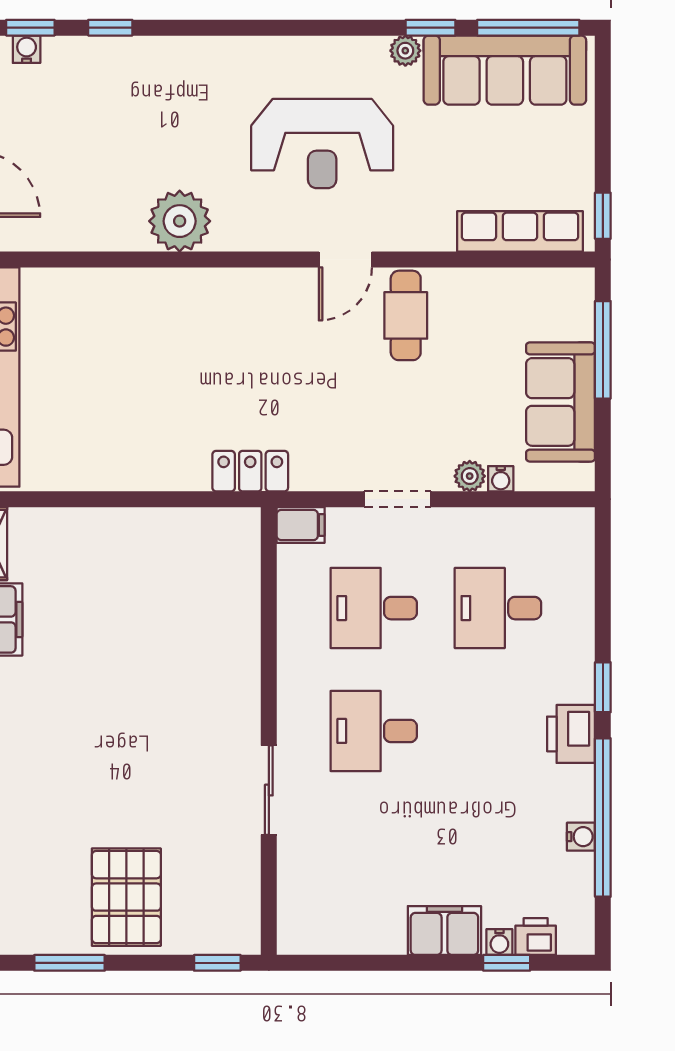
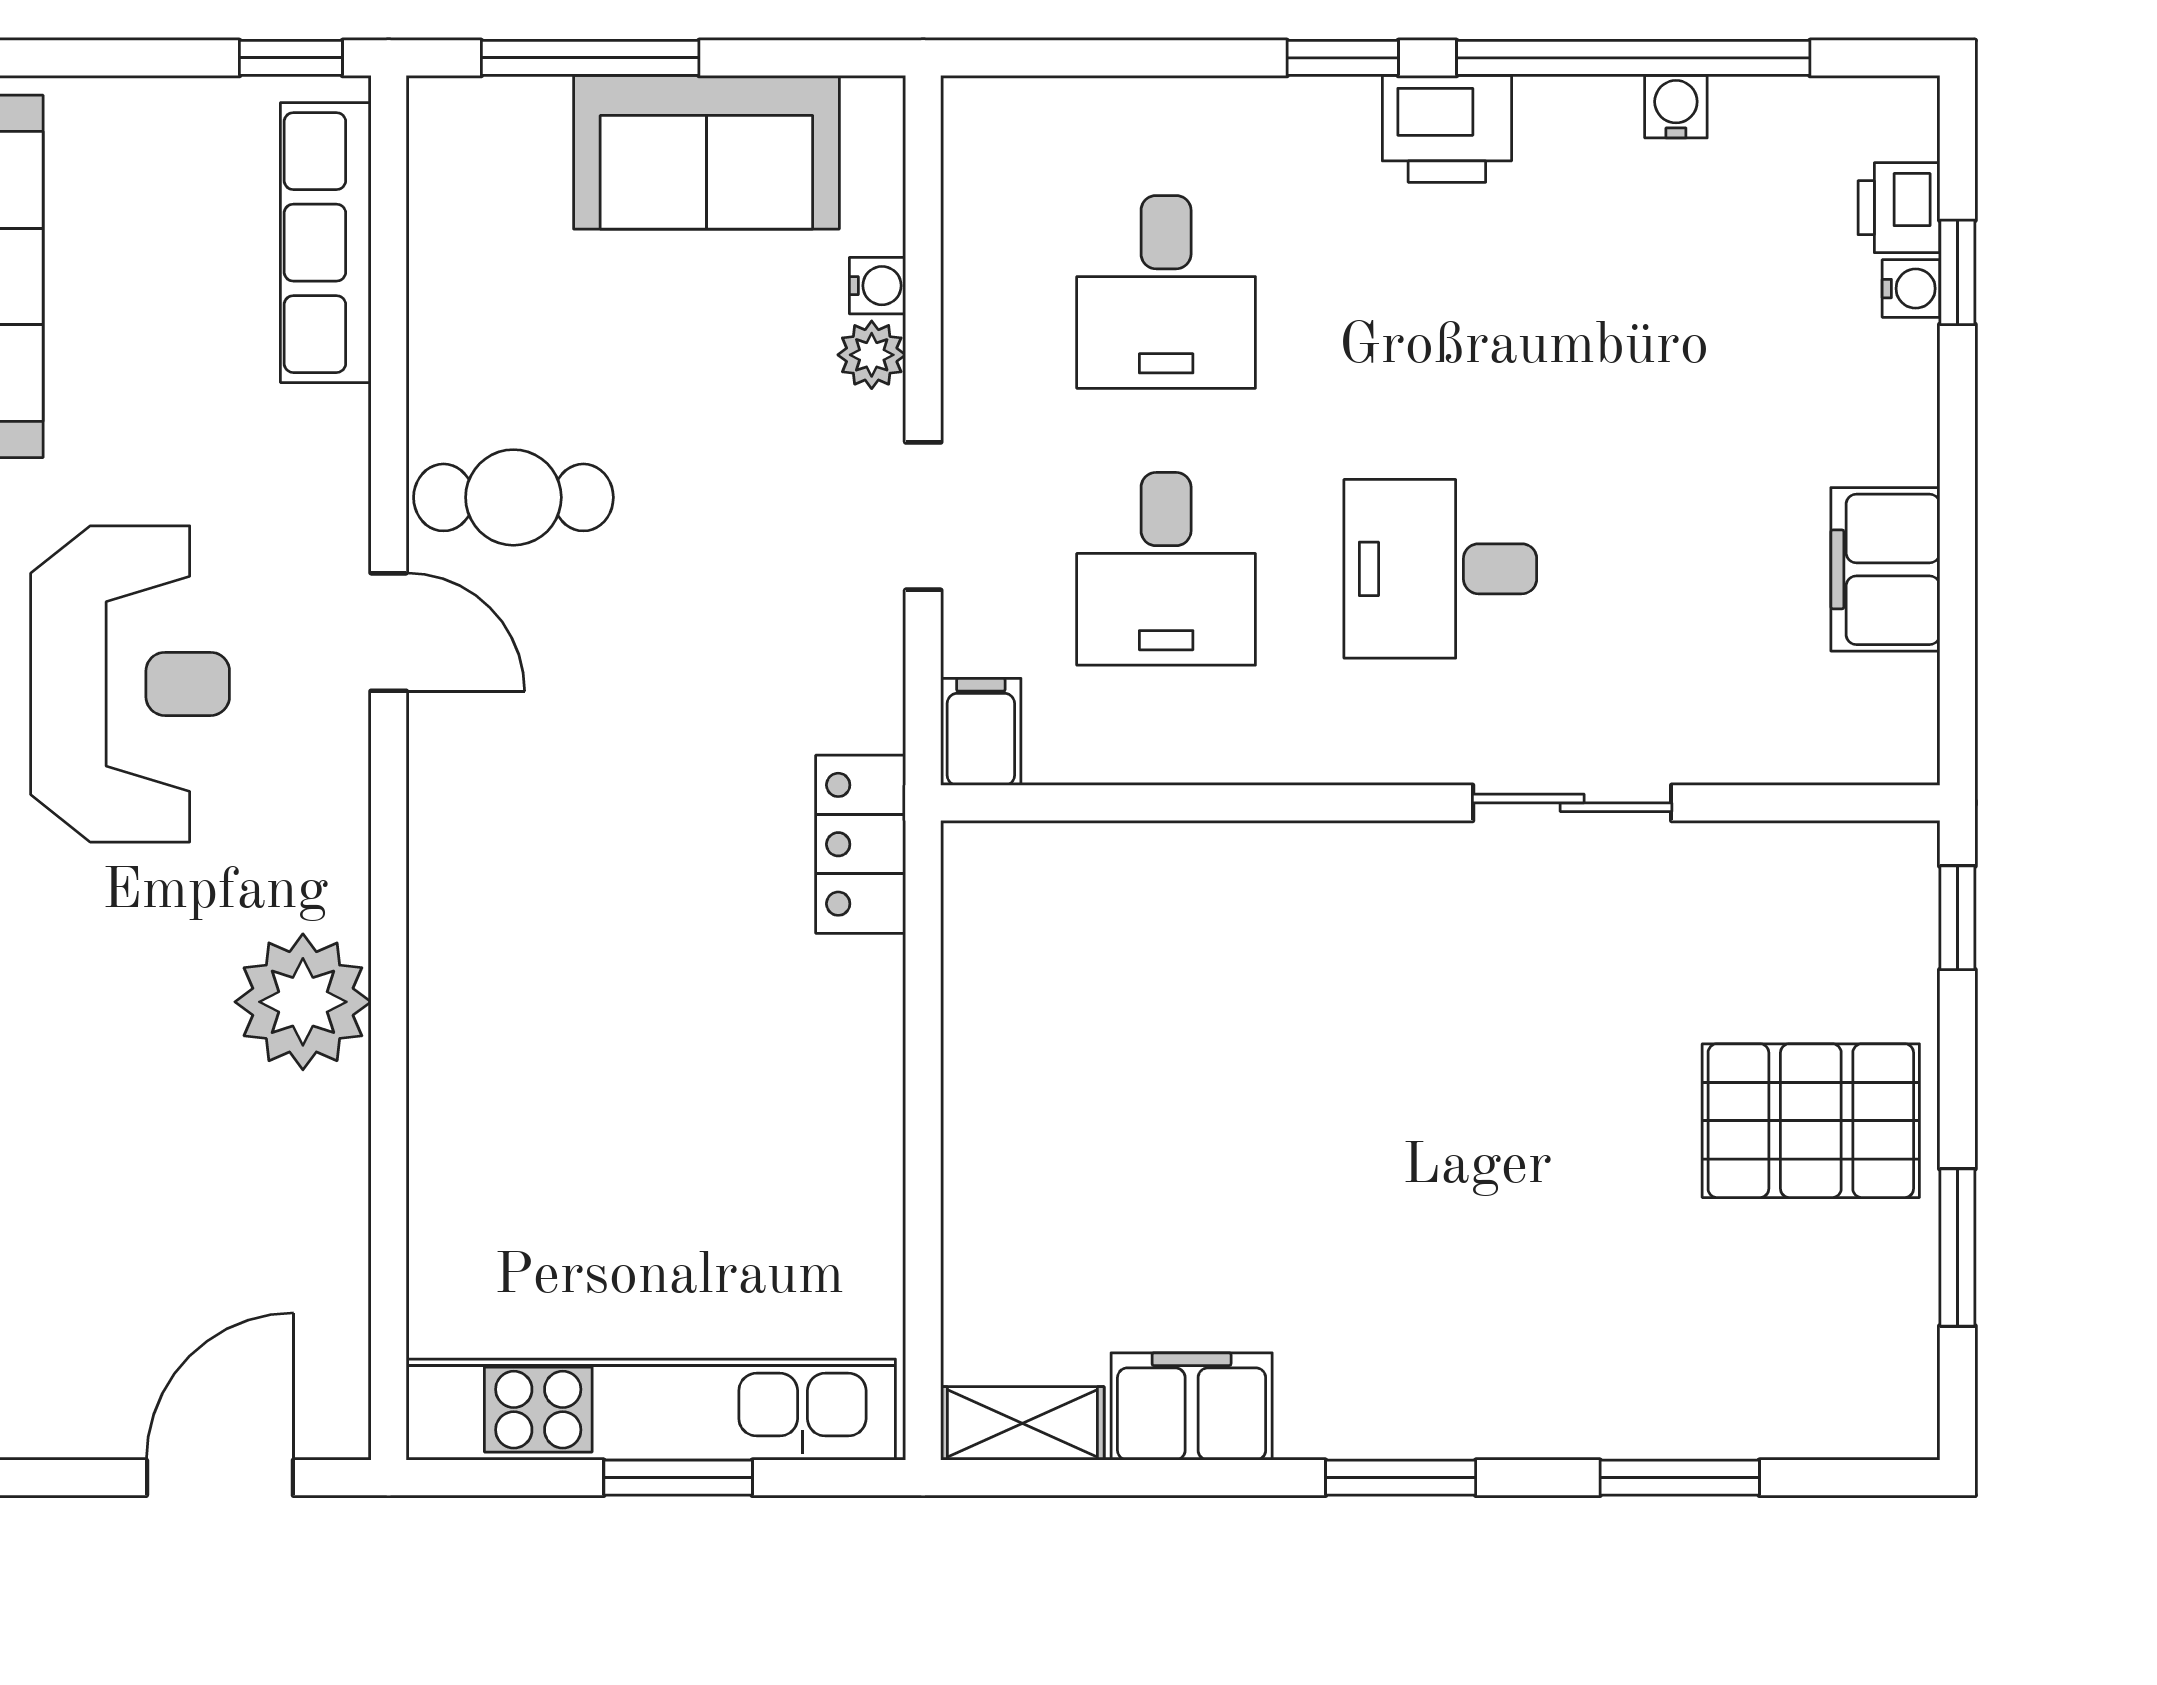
desk: (374, 731) -> (1440, 569), turned 90
filing cabinet: (444, 931) -> (1885, 569), moved

